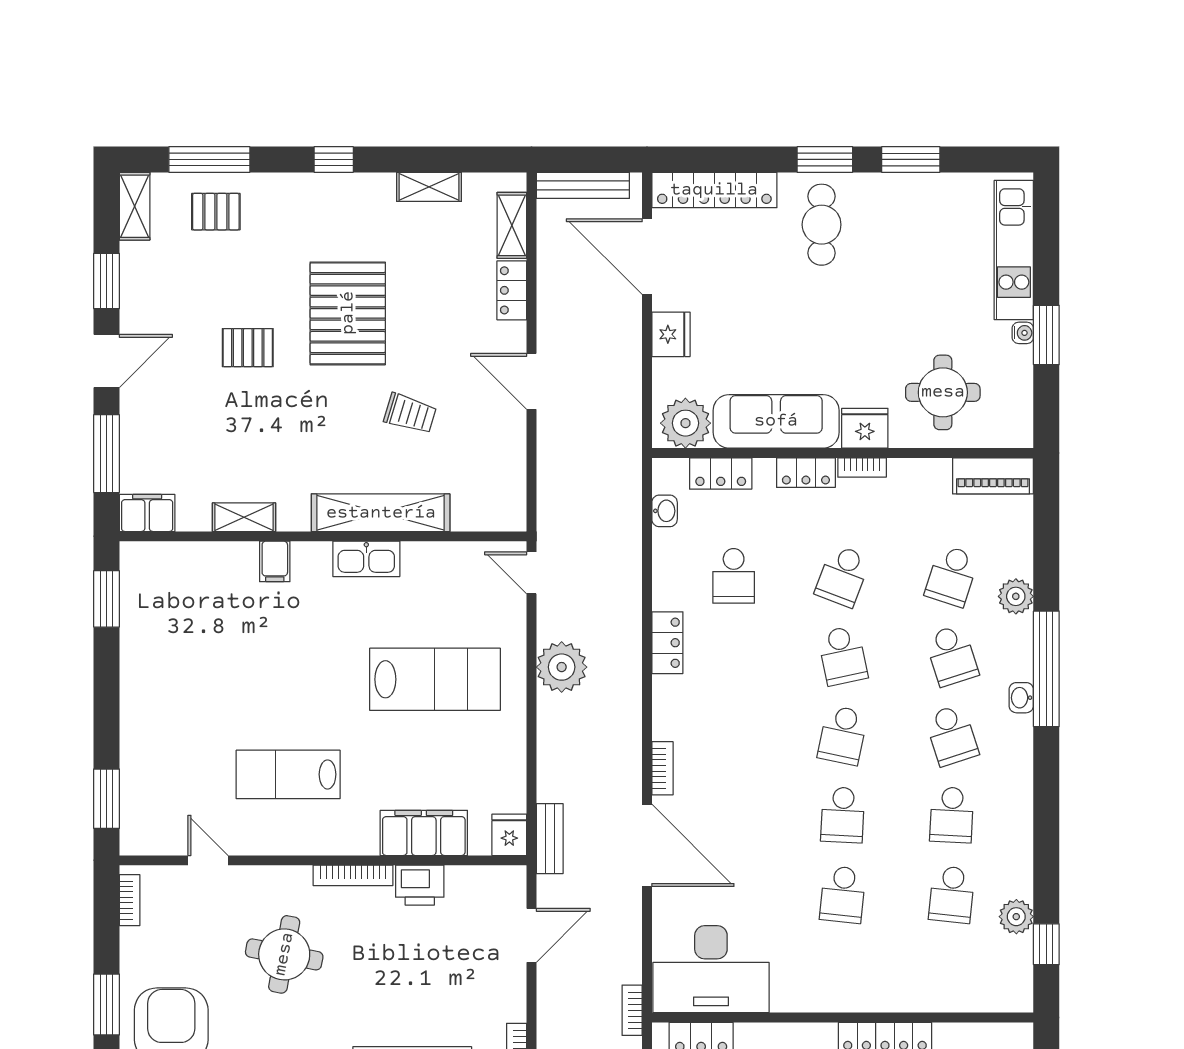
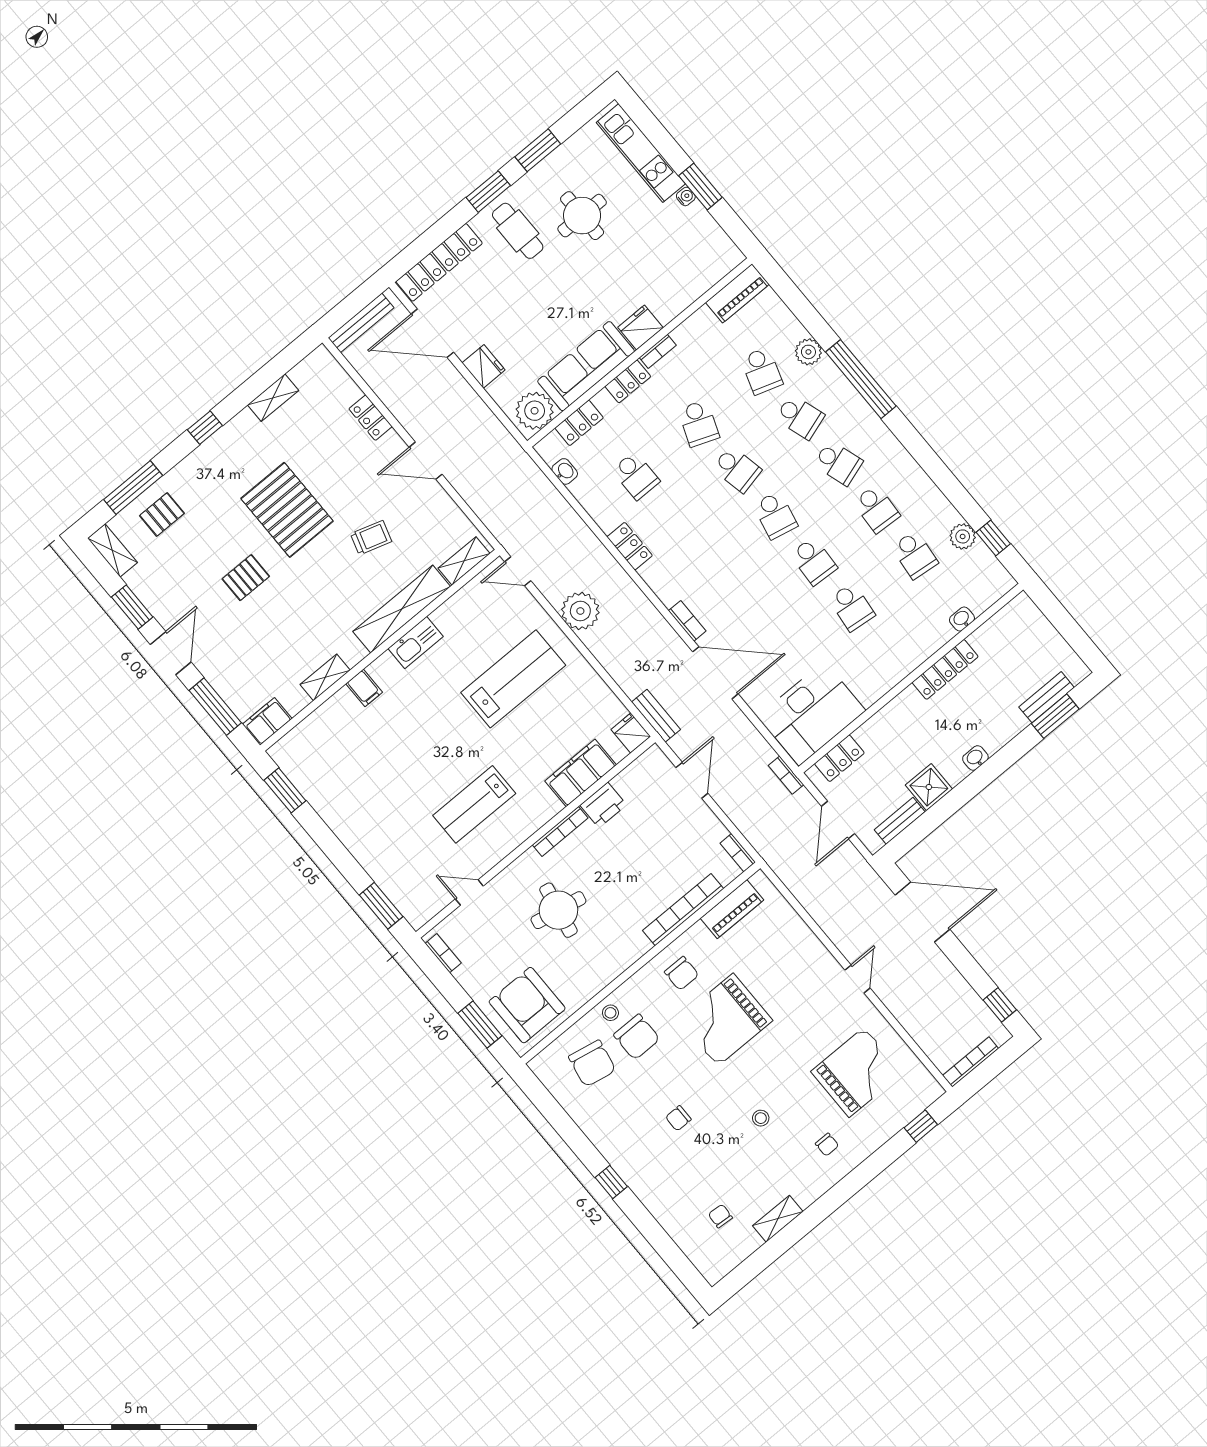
shelving: (512, 225) -> (464, 561), moved, turned 90
round table: (943, 392) -> (582, 216), moved
washbasin: (1021, 698) -> (962, 619), moved, turned 90

